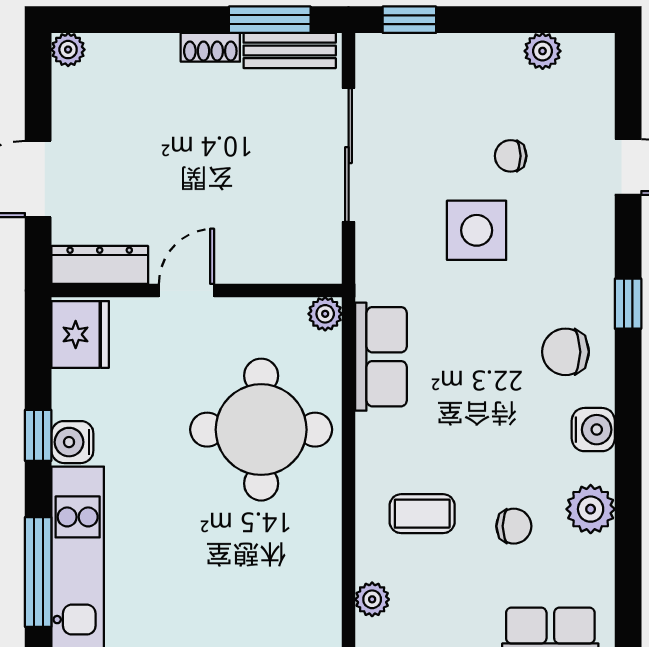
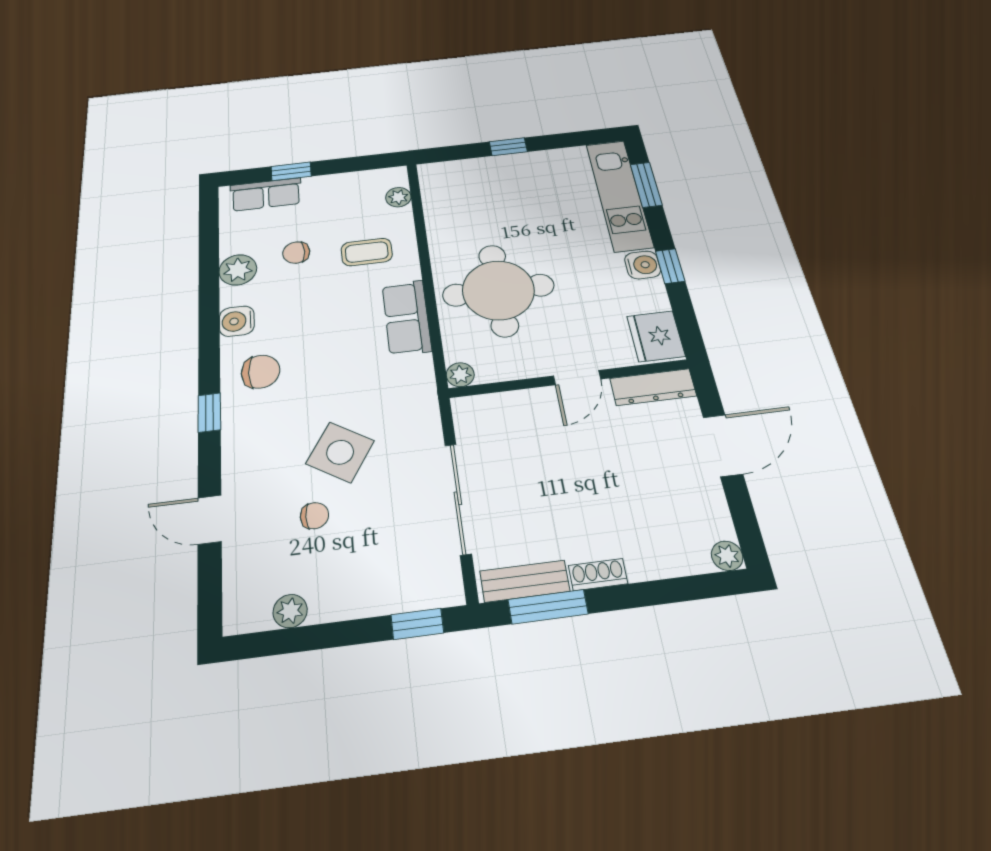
side table: (477, 230) -> (340, 452), turned 32
row of seats: (381, 357) -> (407, 318), moved
window: (38, 572) -> (646, 185), width x0.69

